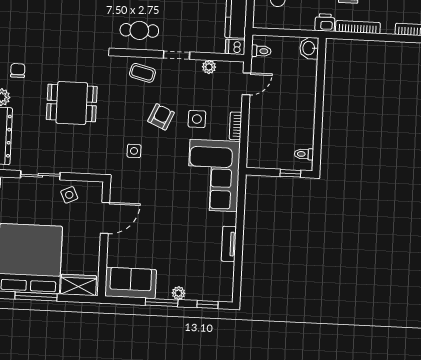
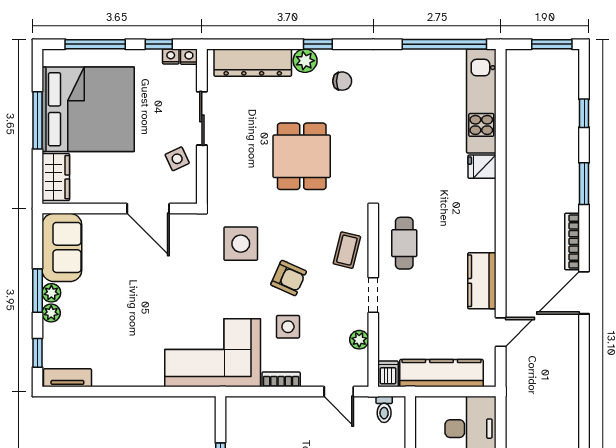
side table: (134, 151) -> (241, 244), width x1.87, depth x1.87
tv unit: (229, 244) -> (67, 378), moved
plant: (164, 292) -> (51, 293), added

